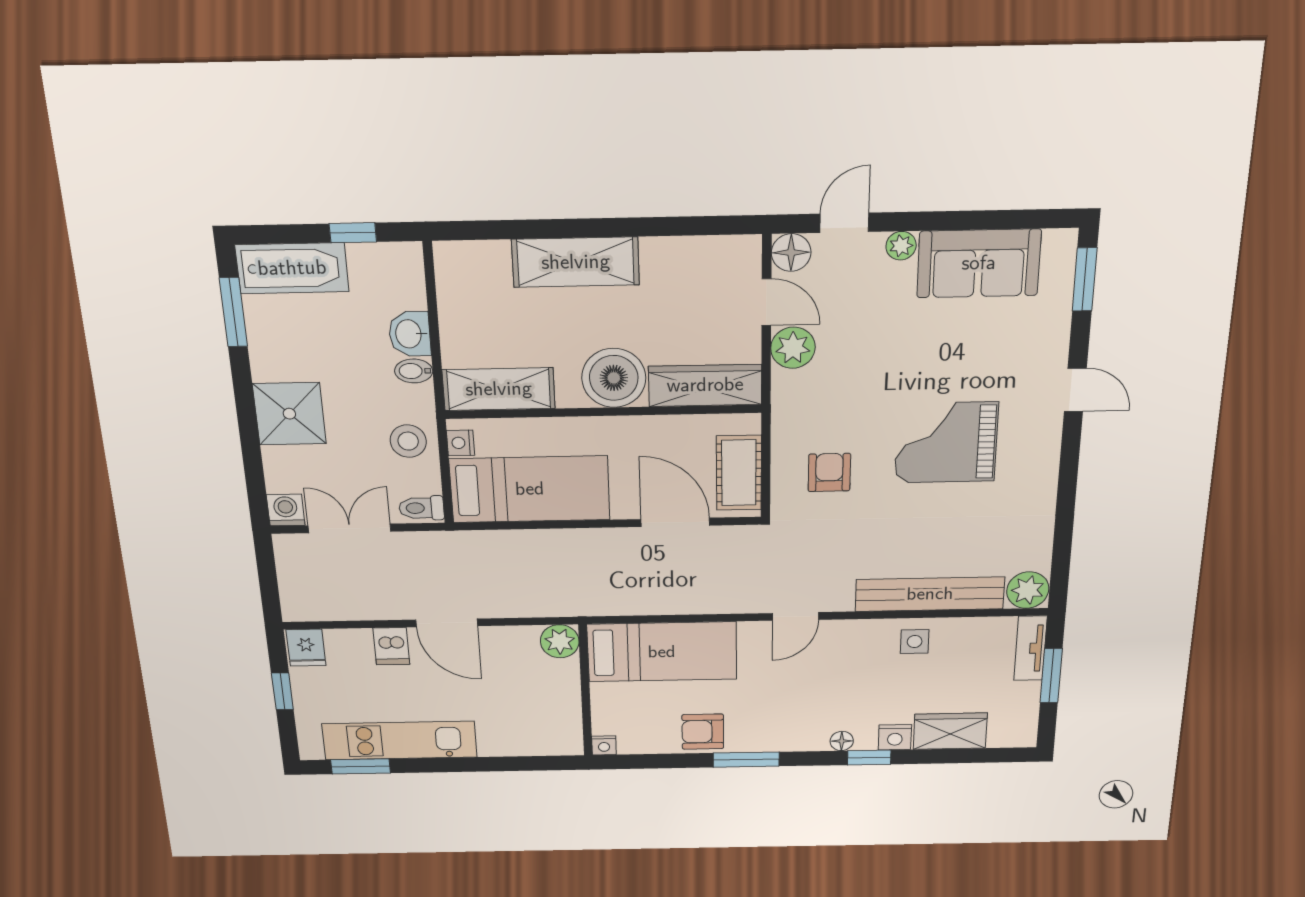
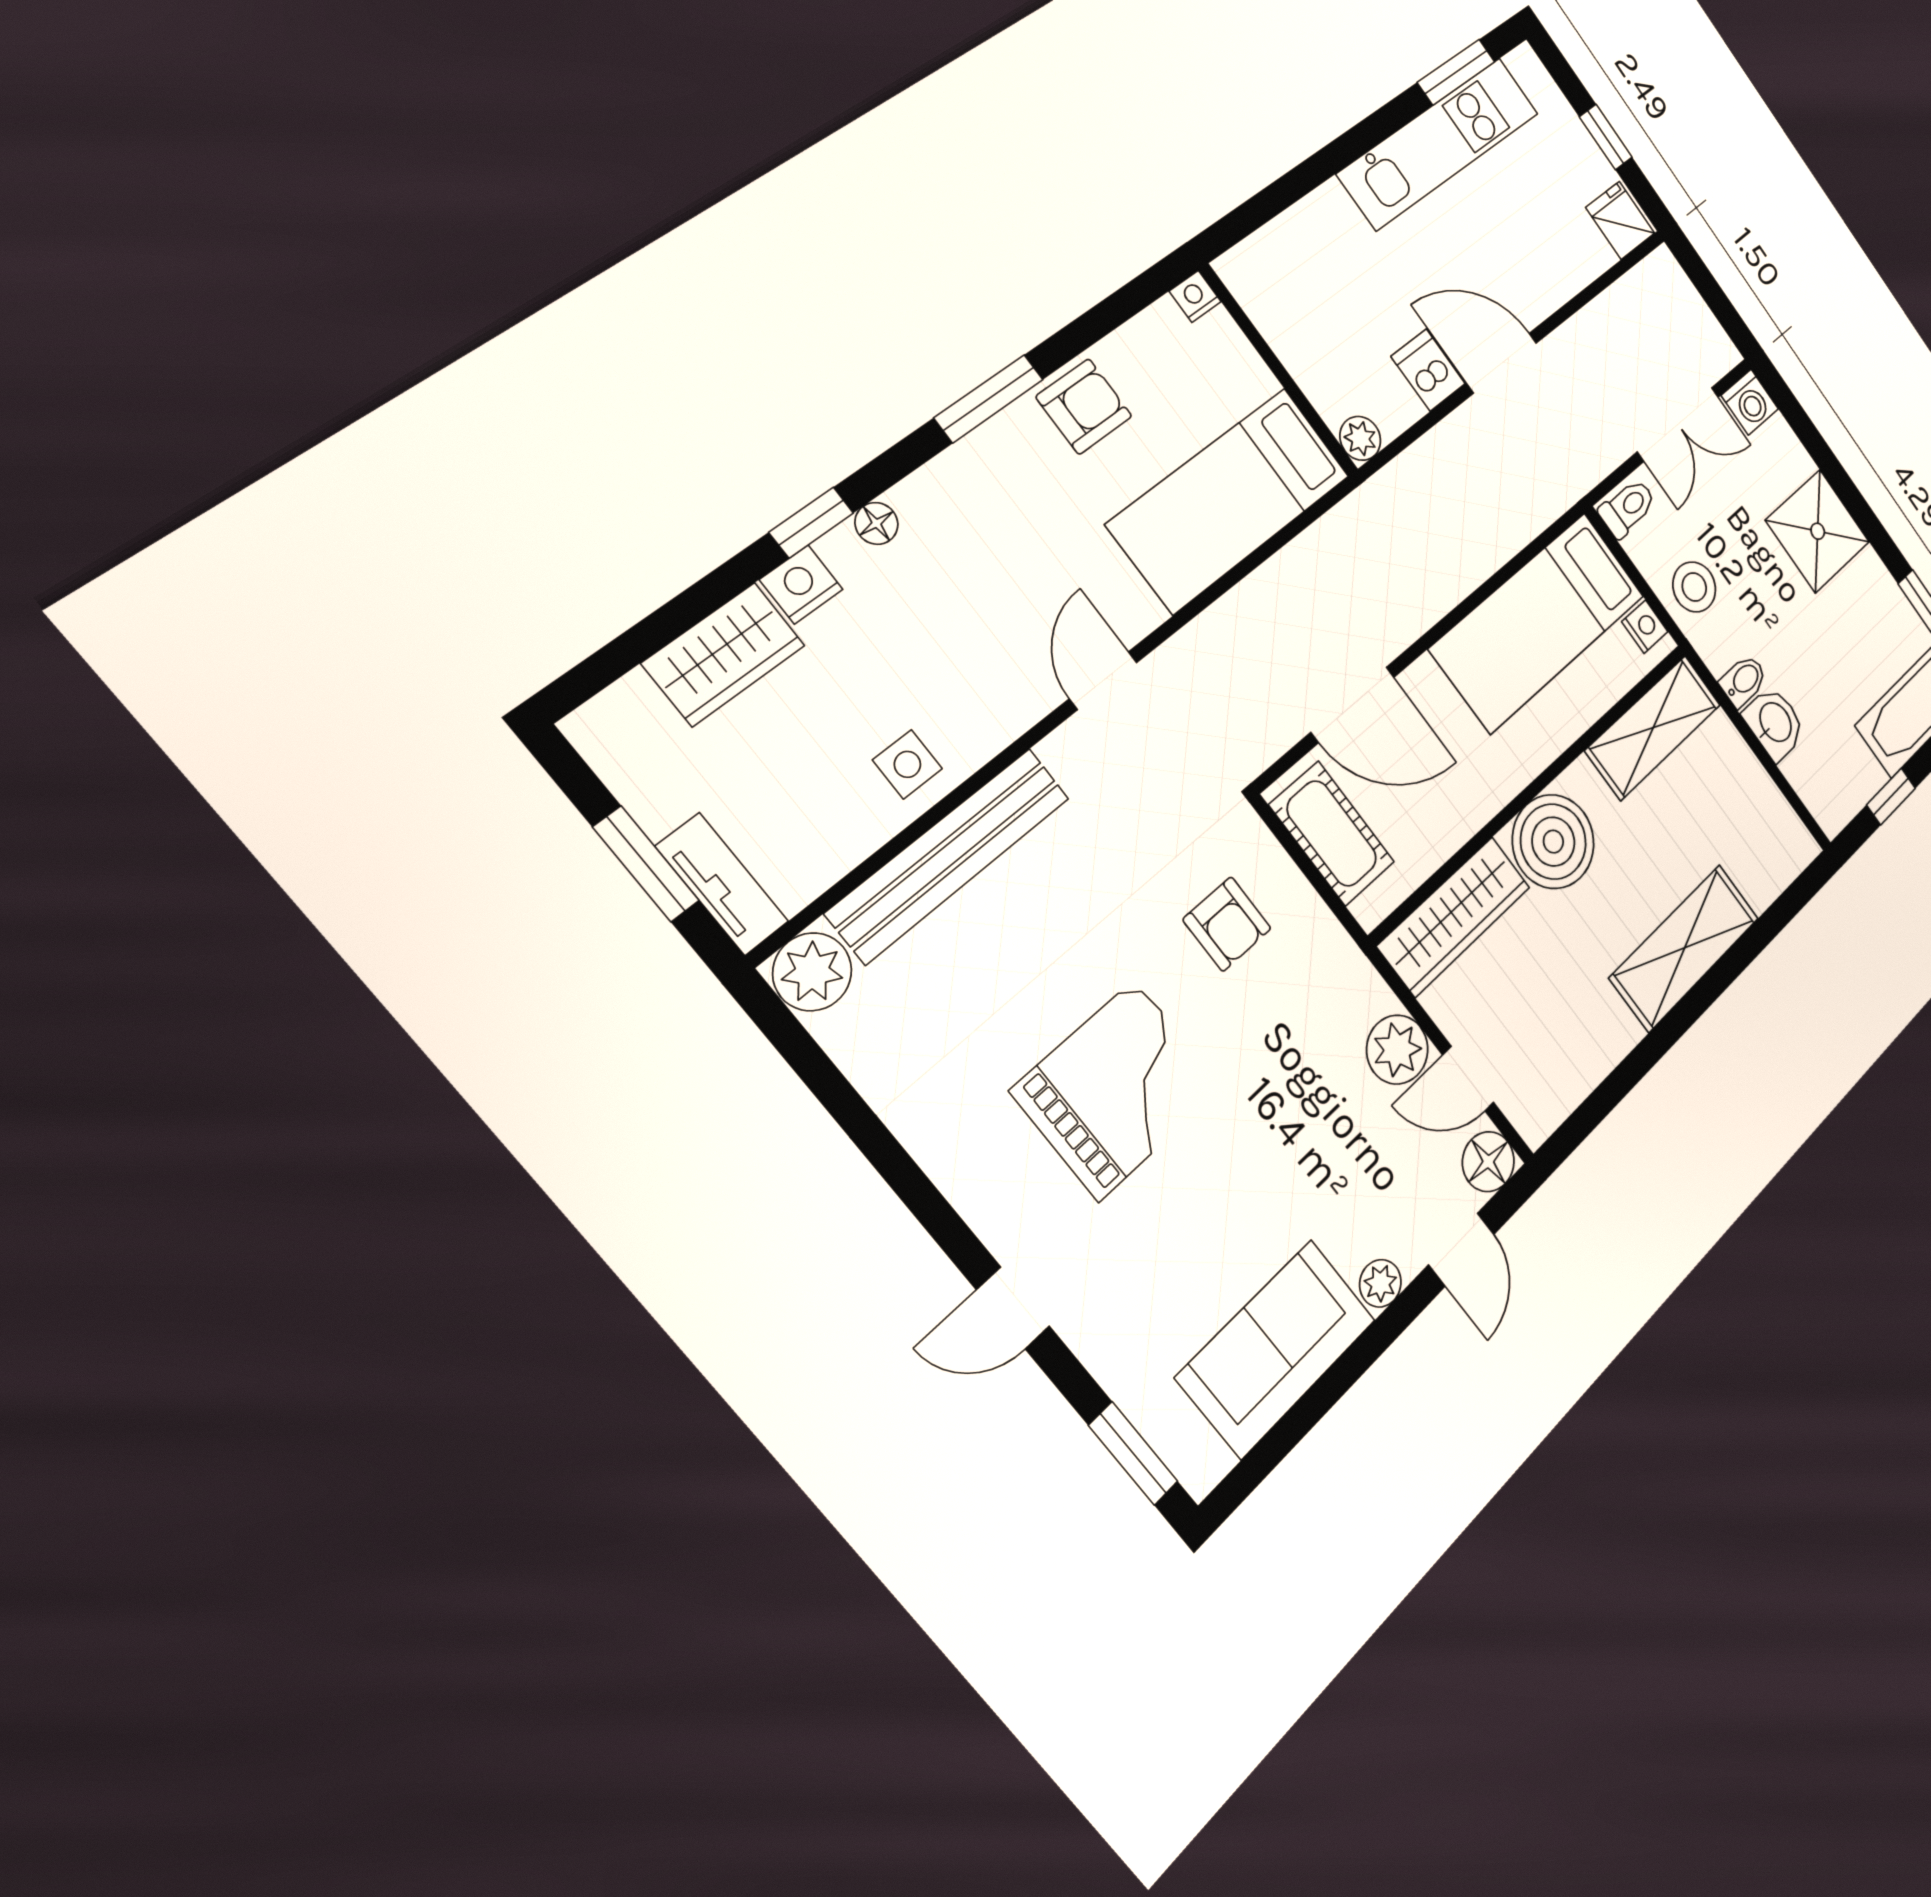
plant: (560, 641) -> (1360, 438), width x0.73, depth x0.73
dishwasher: (391, 646) -> (1428, 370), moved

